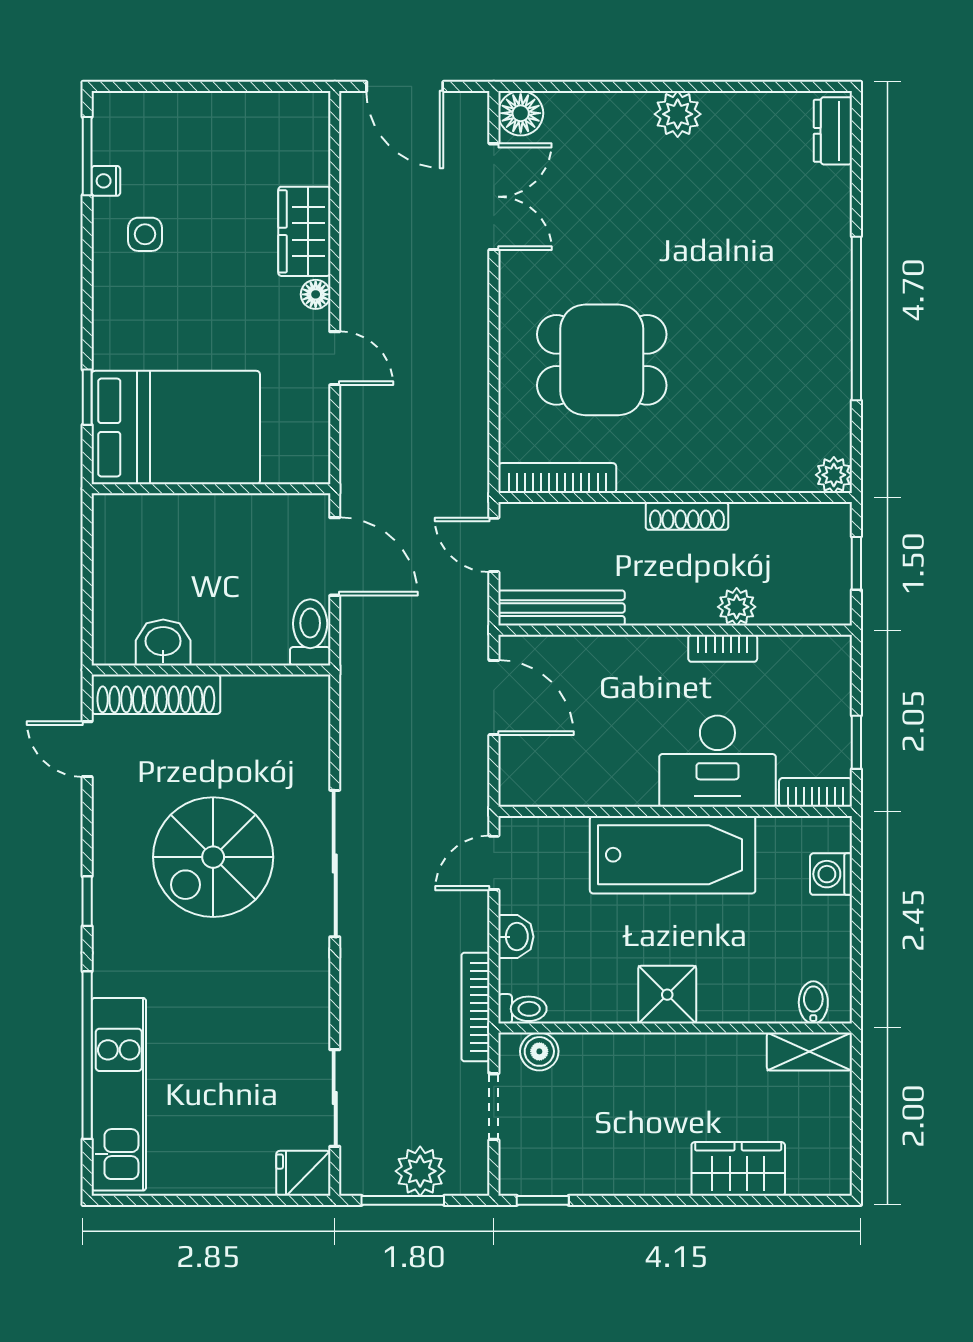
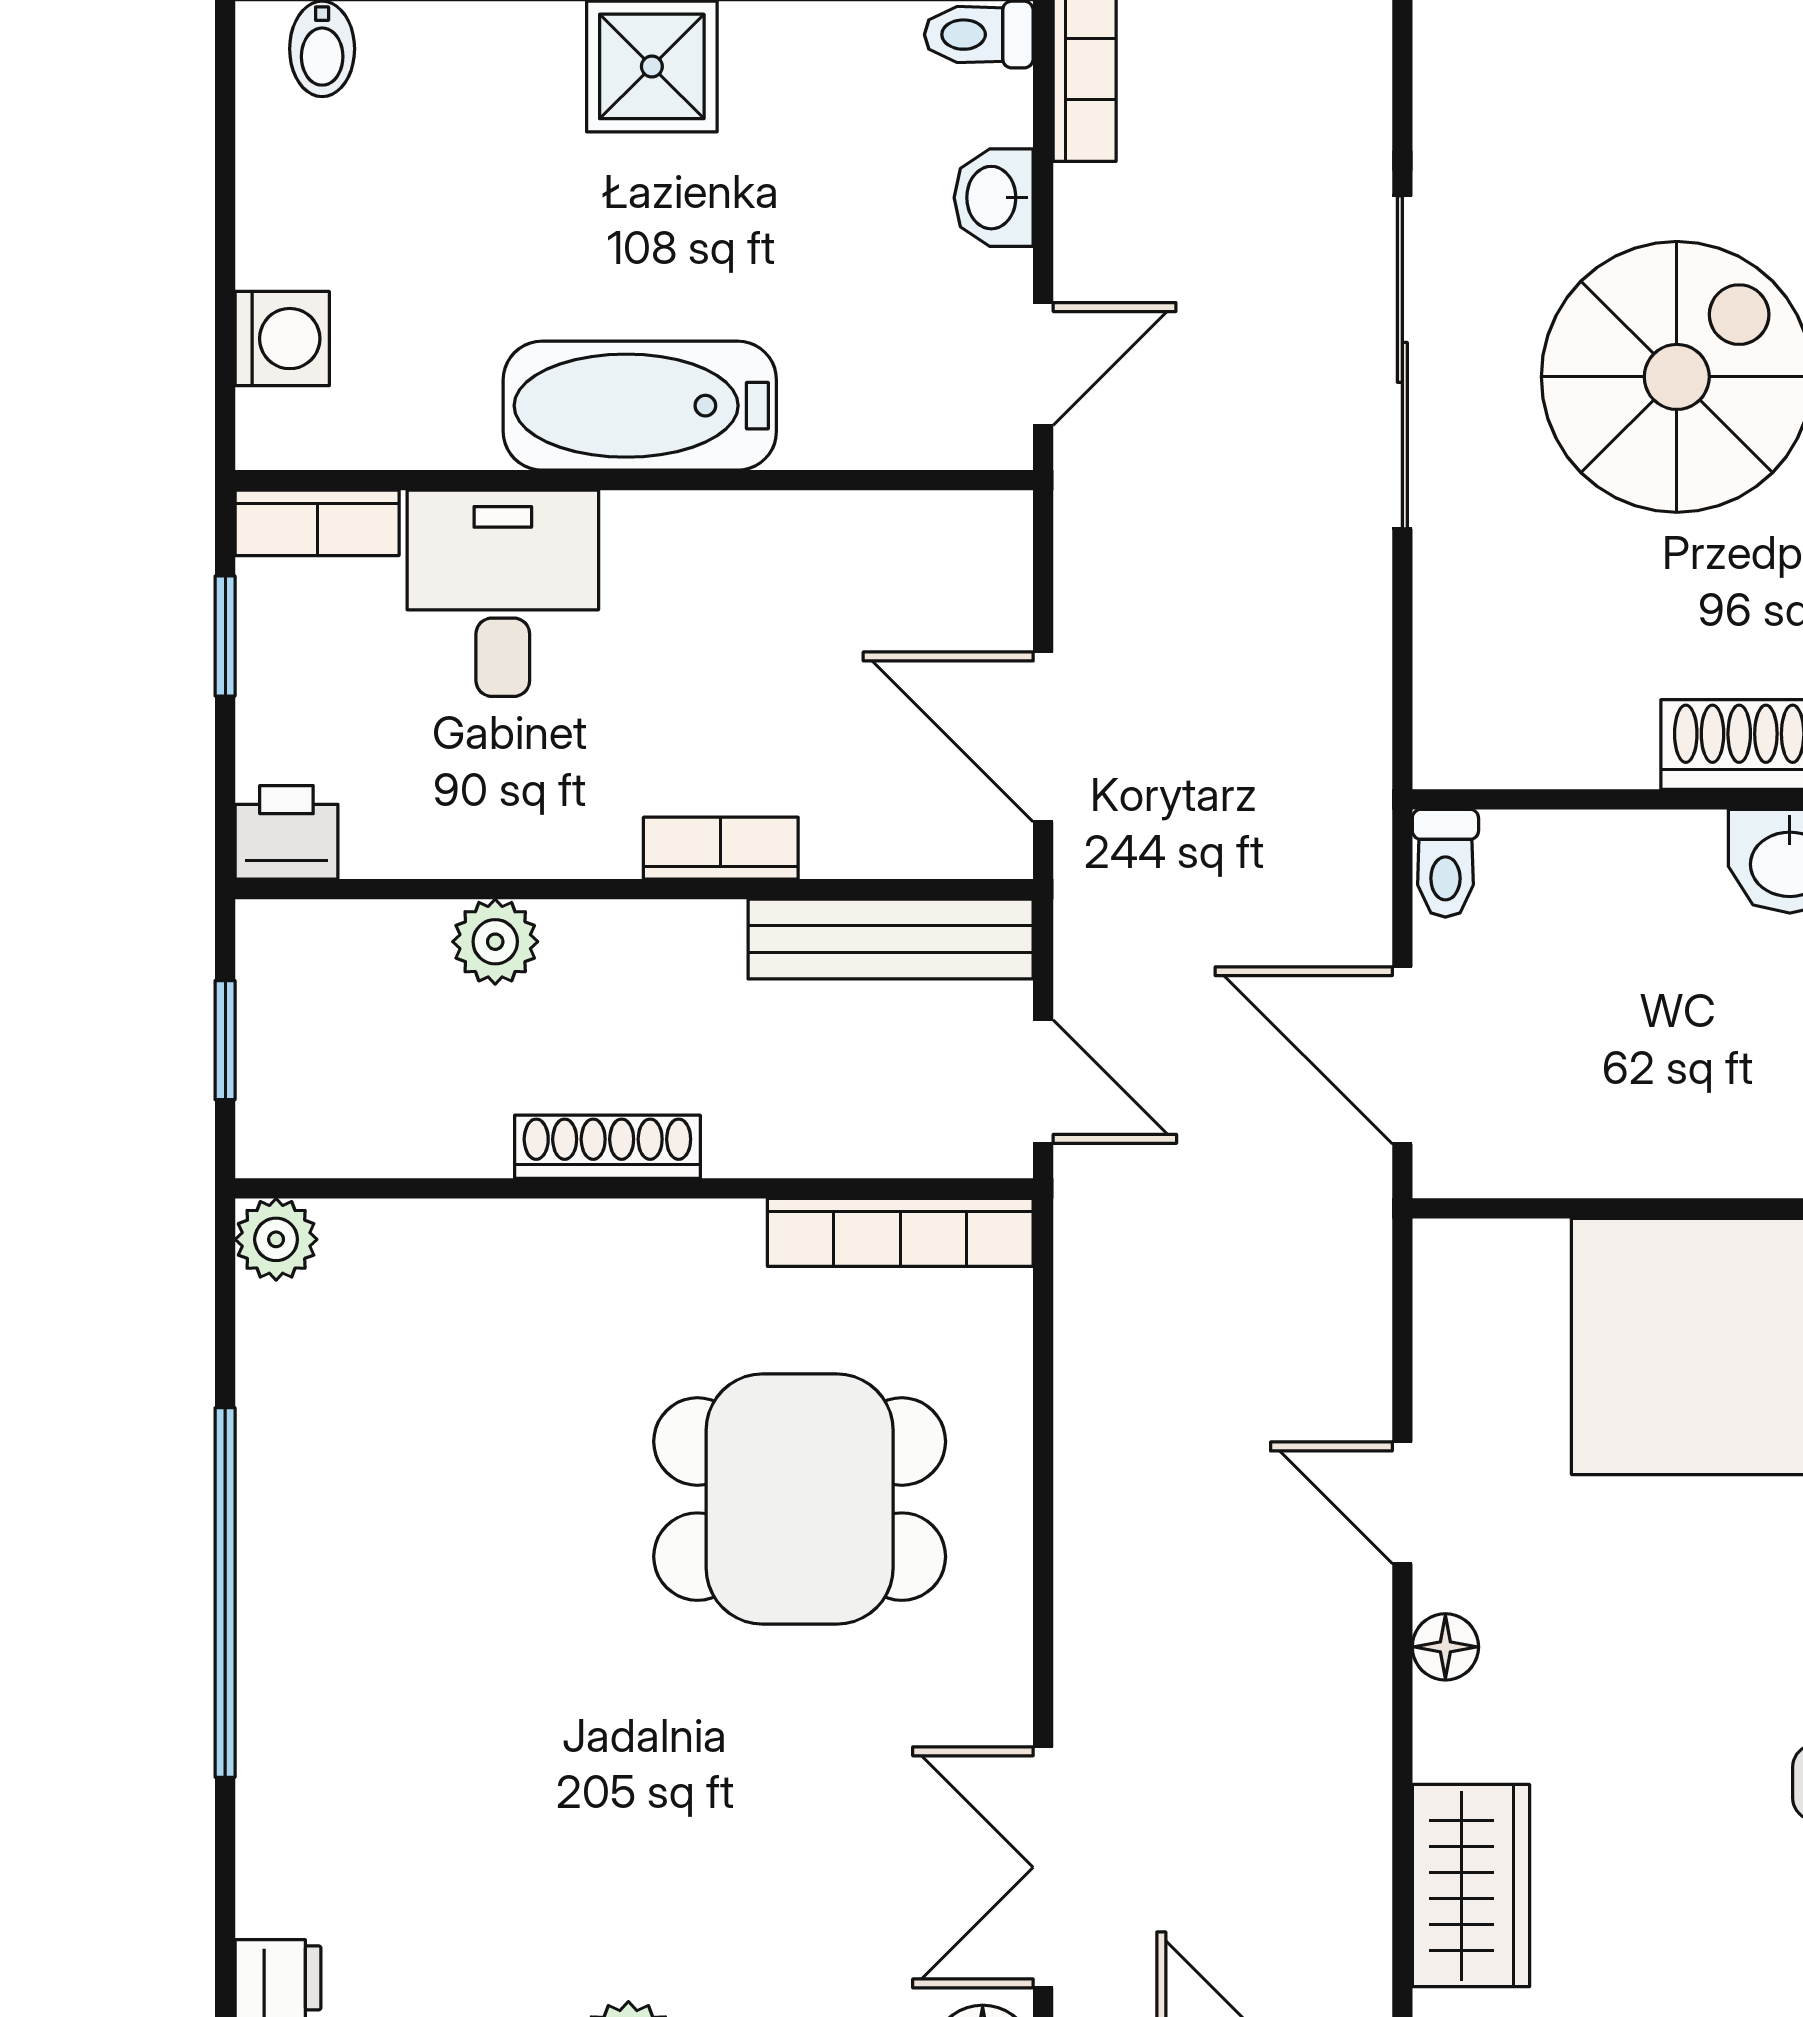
wardrobe: (304, 231) -> (1471, 1886), moved
toilet: (310, 632) -> (1445, 863), width x0.73, depth x0.72
bookcase: (723, 648) -> (721, 848), moved
printer: (829, 655) -> (286, 832), added
desk: (717, 761) -> (503, 593), width x0.73
bathtub: (673, 855) -> (640, 406), width x0.73, depth x0.73

